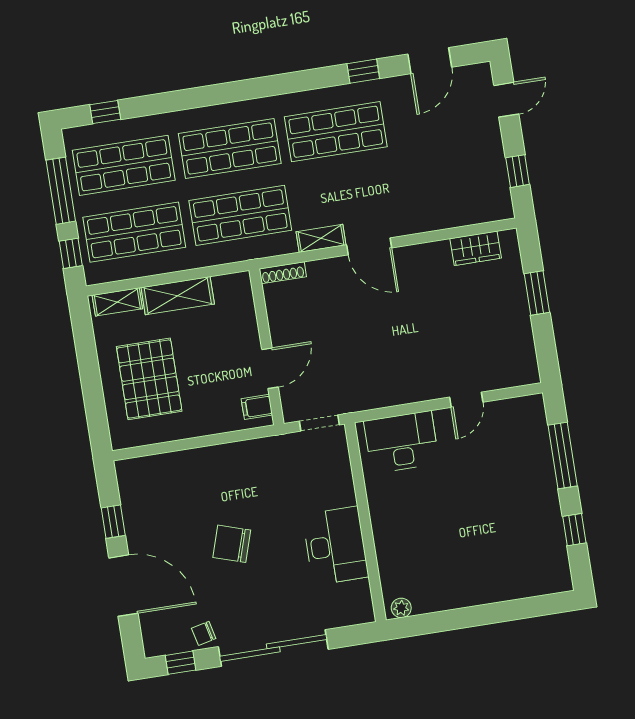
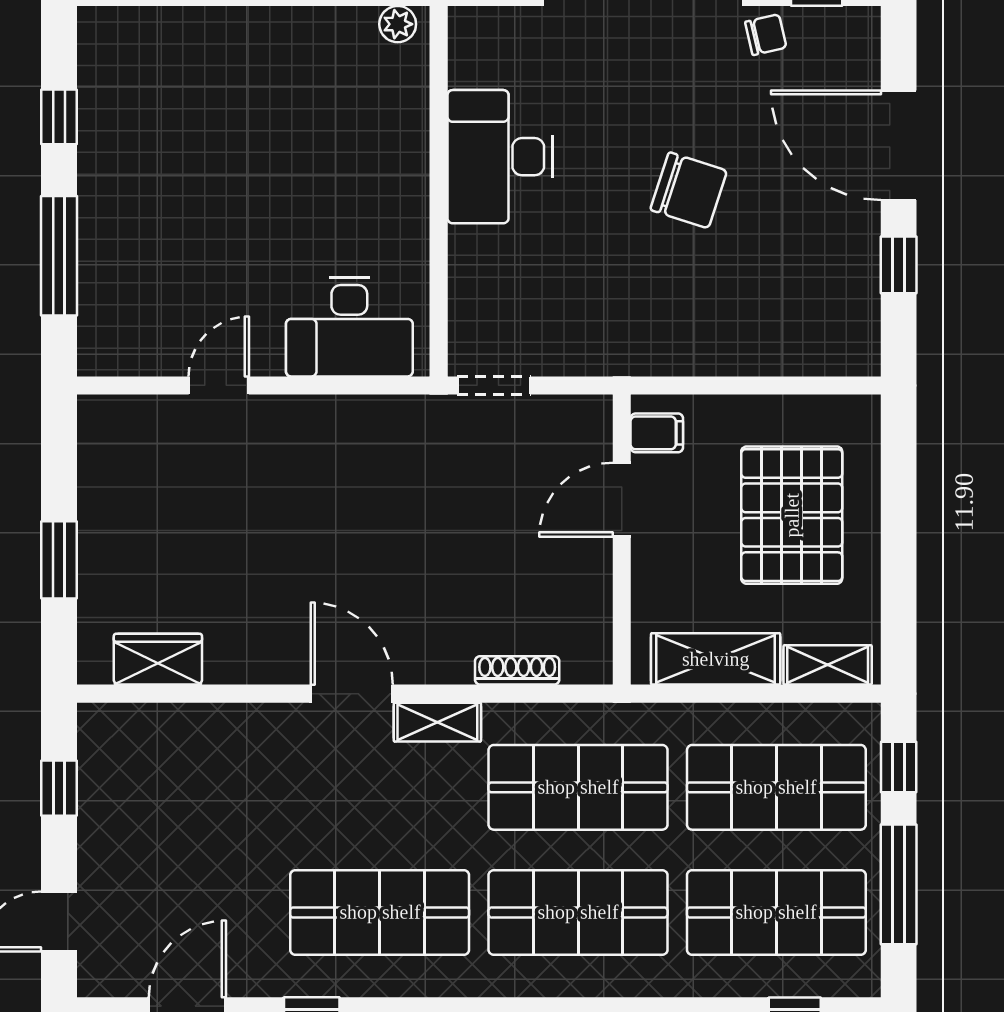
wall: (267, 347) -> (622, 540), moved
door: (270, 368) -> (622, 500), moved
filing cabinet: (257, 407) -> (657, 433), moved

